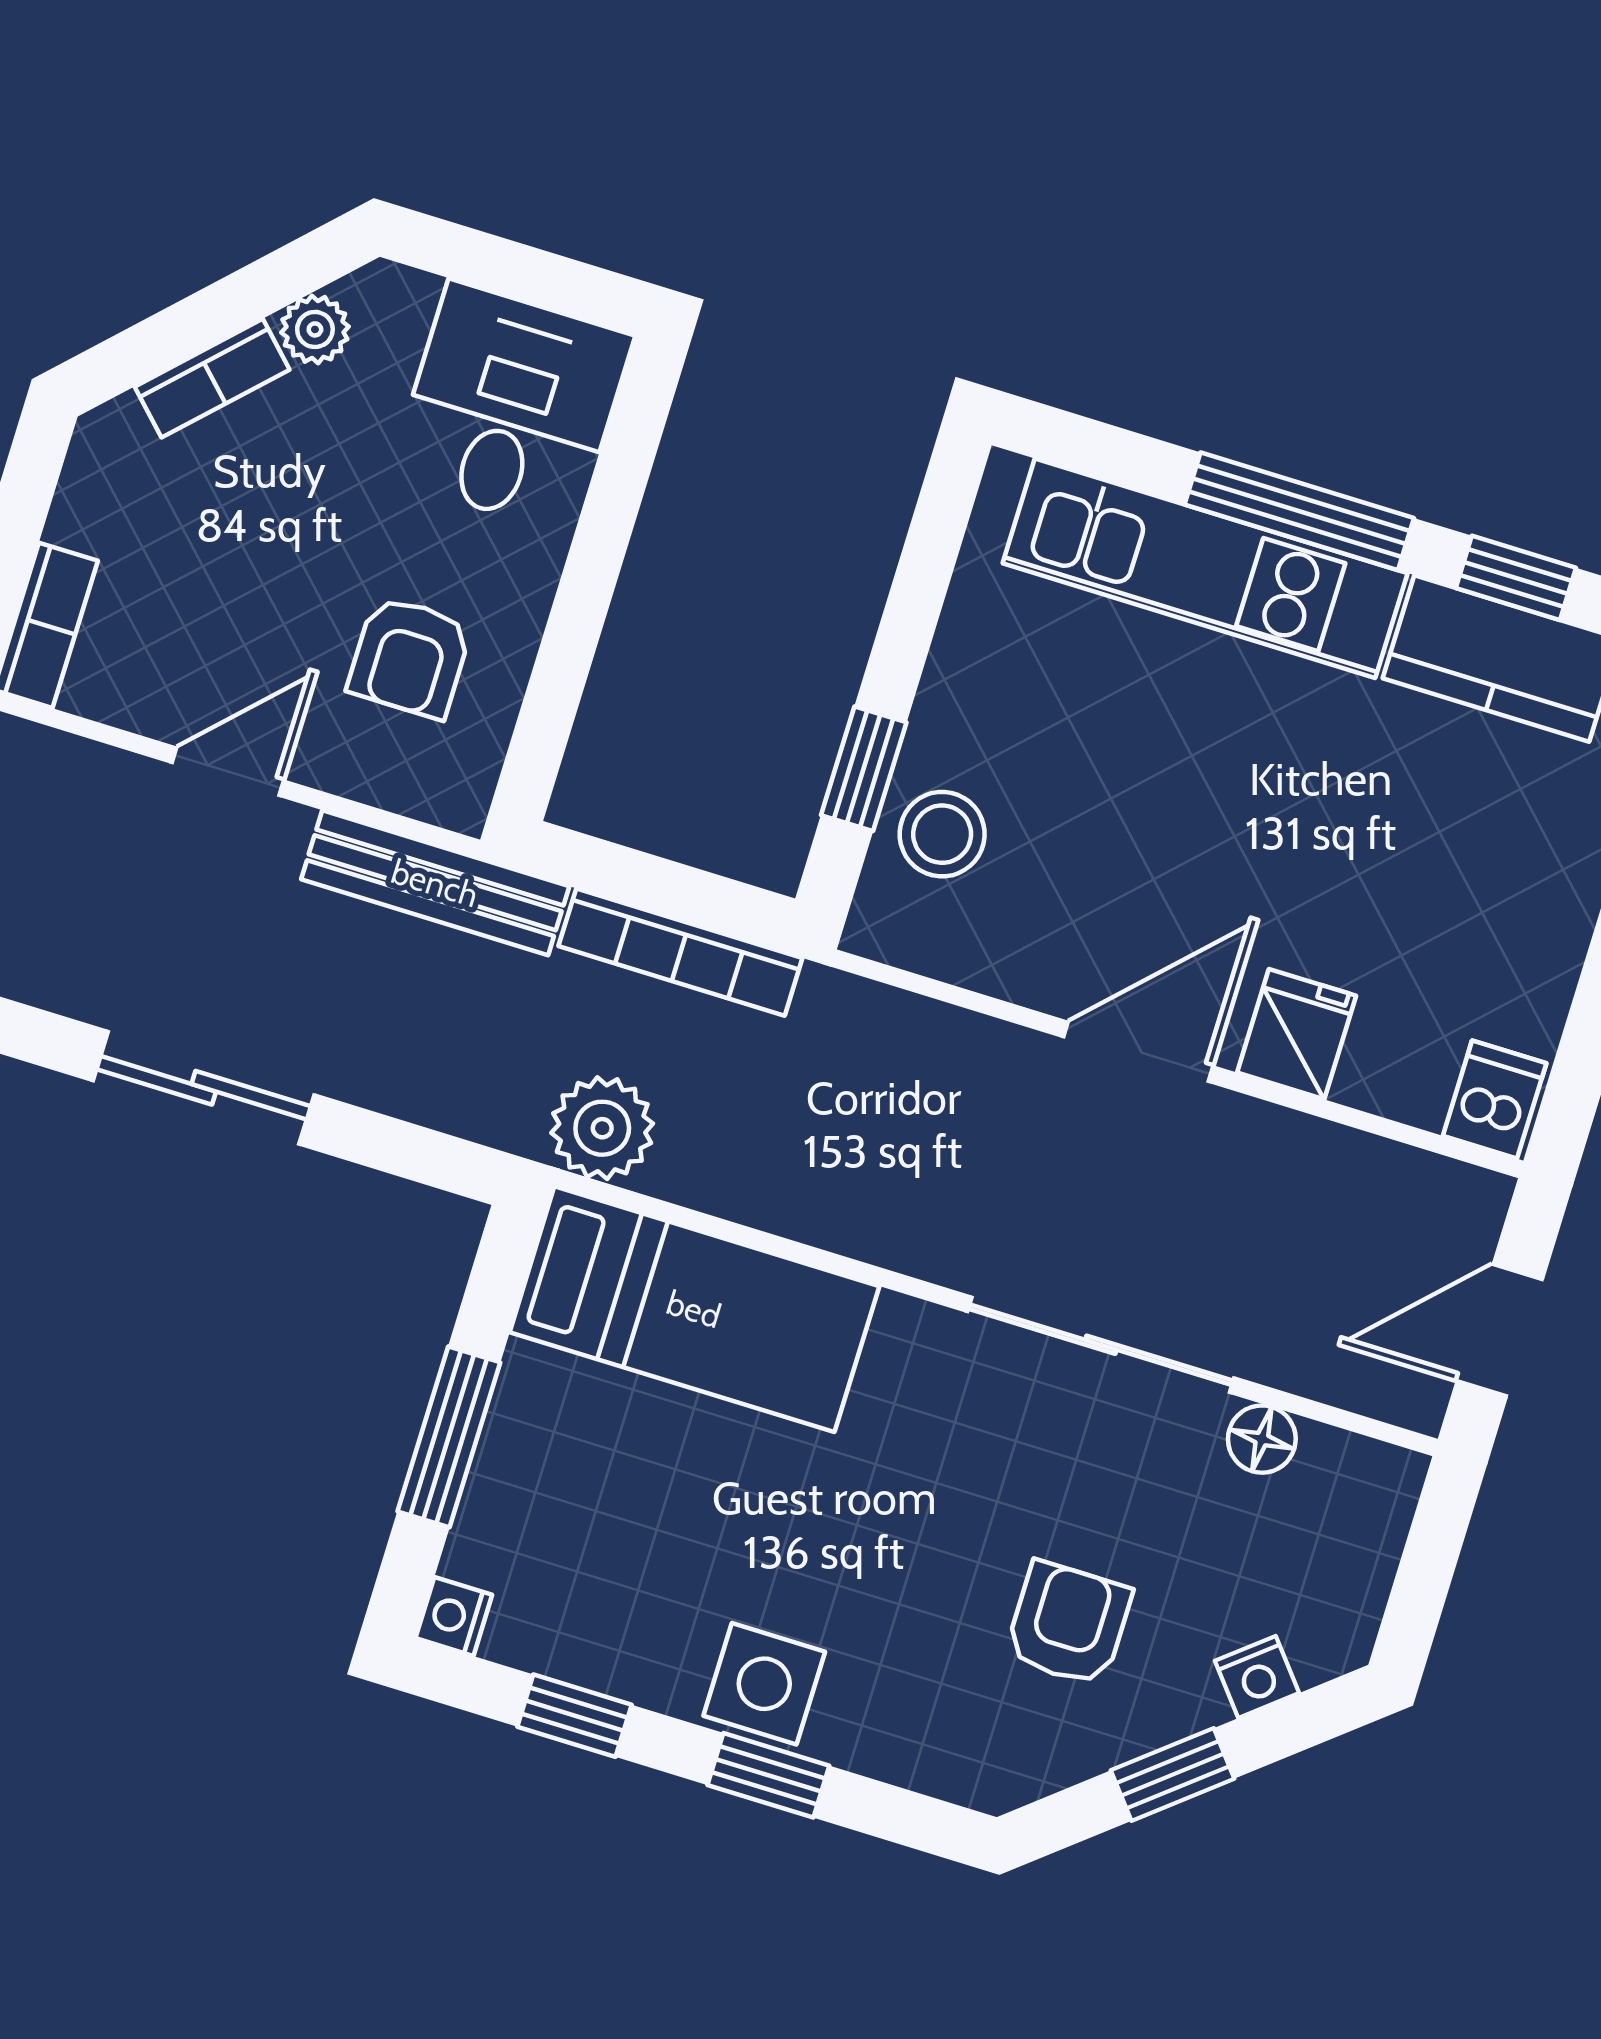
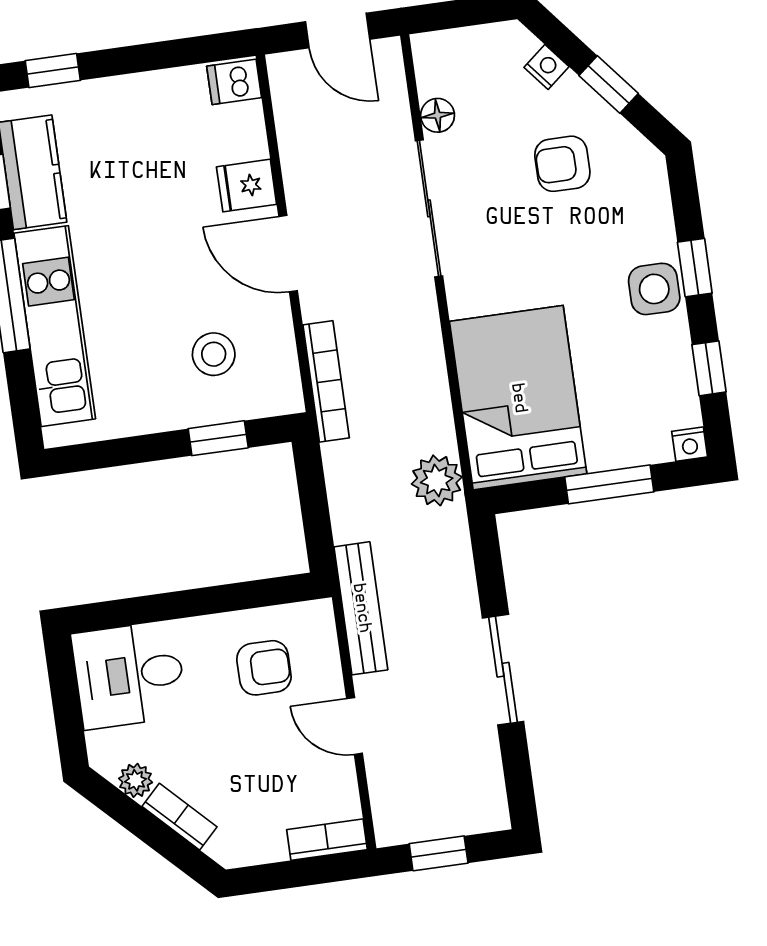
stool: (942, 834) -> (214, 354), moved
bookcase: (680, 952) -> (326, 381), moved
bed: (694, 1309) -> (518, 398), width x1.50

